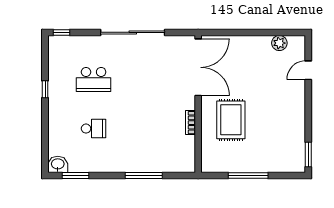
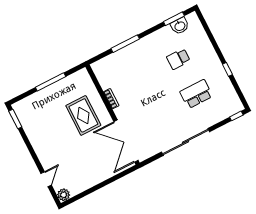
plant: (279, 43) -> (64, 195), moved
washbasin: (58, 164) -> (180, 26), moved

